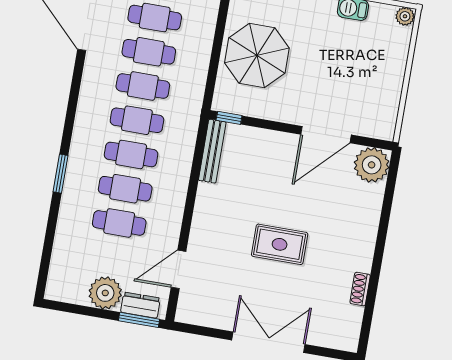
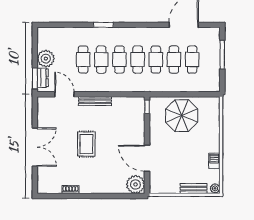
bench: (398, 57) -> (194, 189), added
bench: (212, 151) -> (95, 101), moved

